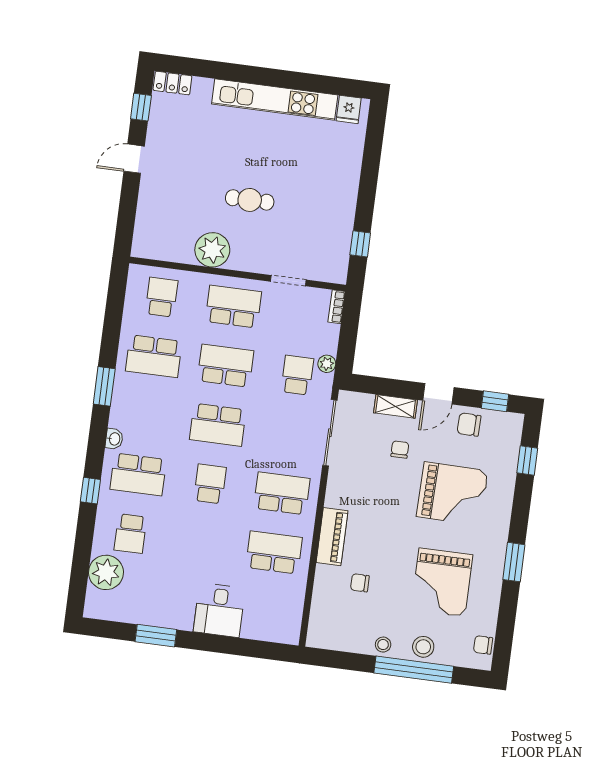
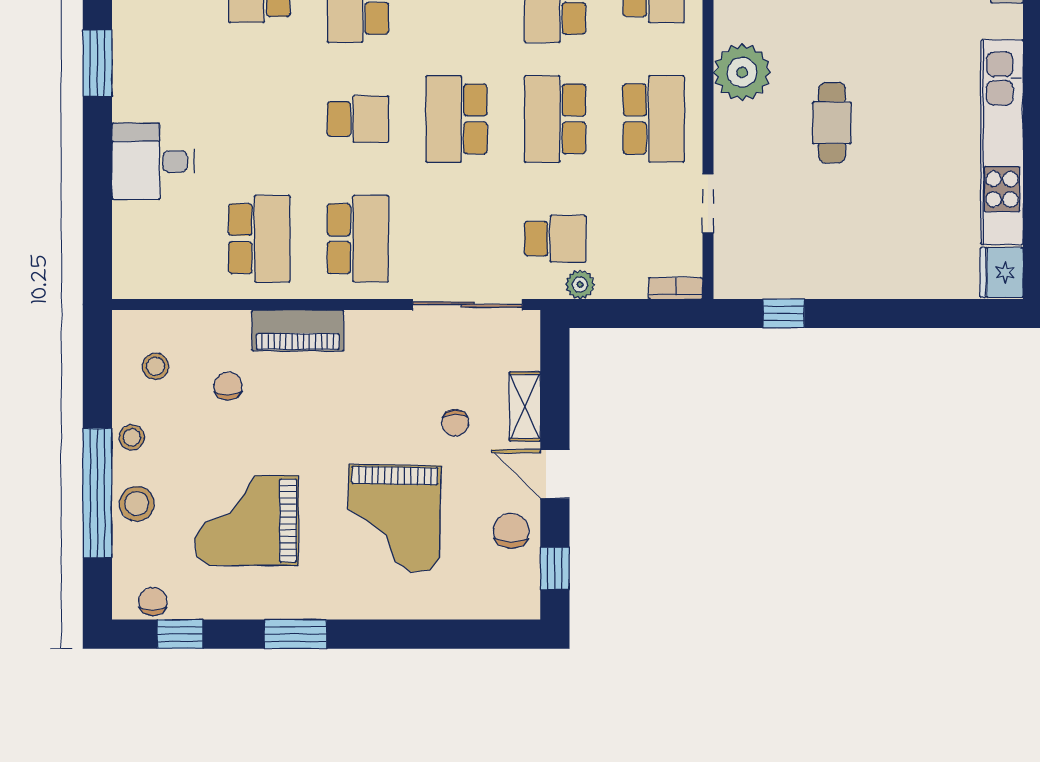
fridge: (349, 109) -> (1002, 272), width x1.38
school desk: (226, 366) -> (555, 119), turned 180
chair: (400, 450) -> (455, 423), turned 90
window: (527, 460) -> (180, 634), moved
stool: (342, 625) -> (155, 366), added

